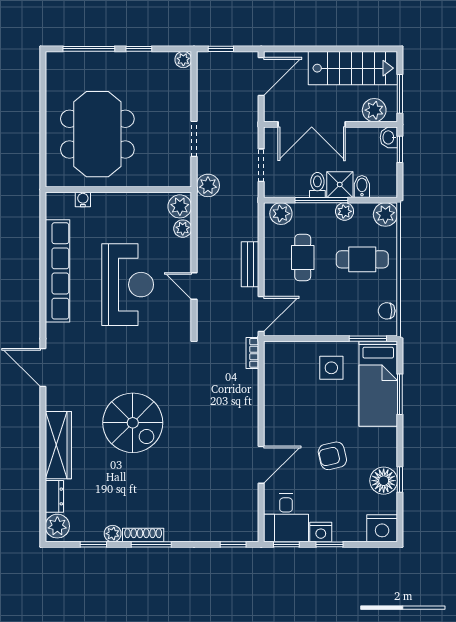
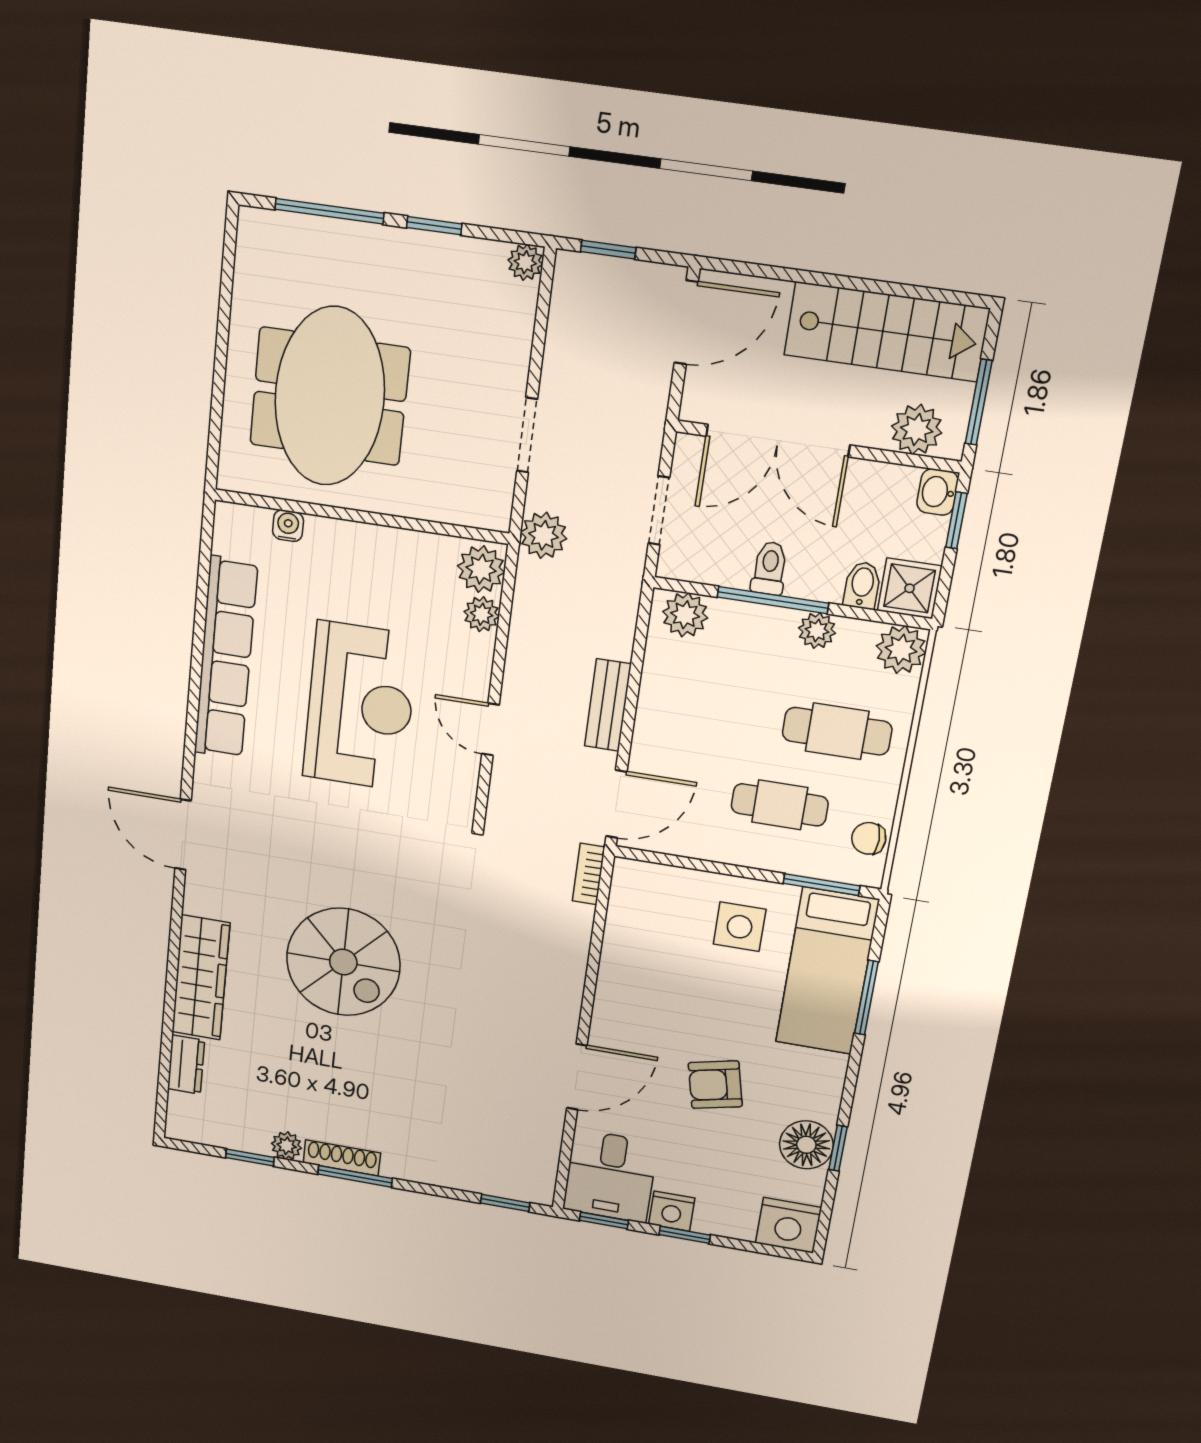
shower: (340, 185) -> (910, 588), moved
cafe table: (303, 257) -> (780, 805), moved, turned 90
plant: (57, 526) -> (187, 1116), removed

